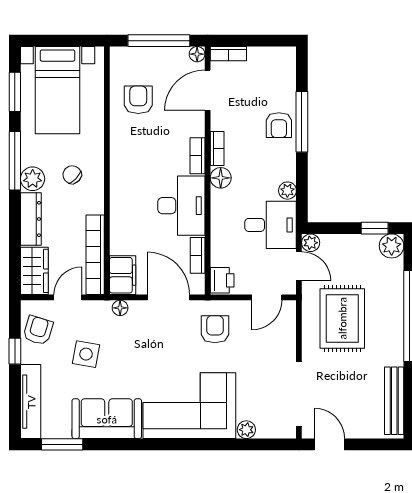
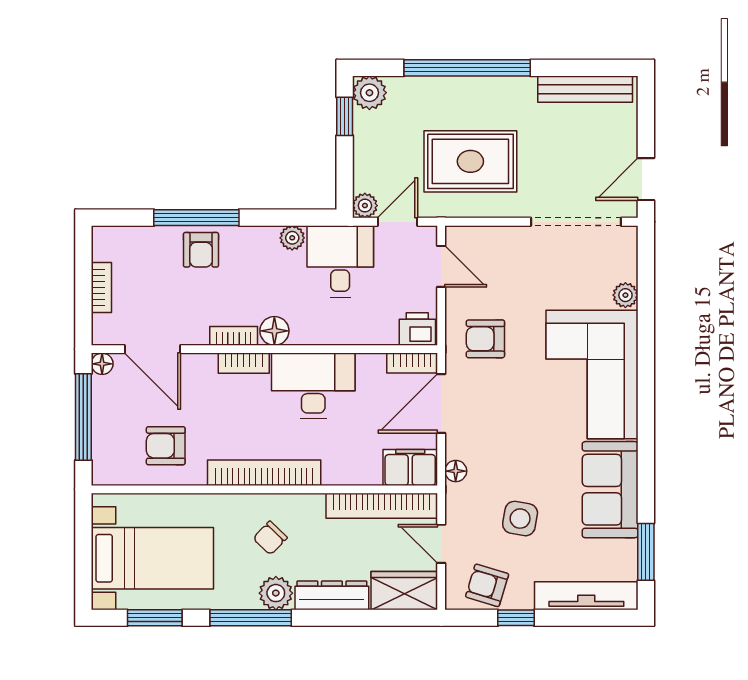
bookcase: (228, 54) -> (101, 287), moved
armchair: (279, 125) -> (201, 250), turned 90
bookcase: (119, 170) -> (264, 473), added
bookcase: (198, 255) -> (412, 363), moved

